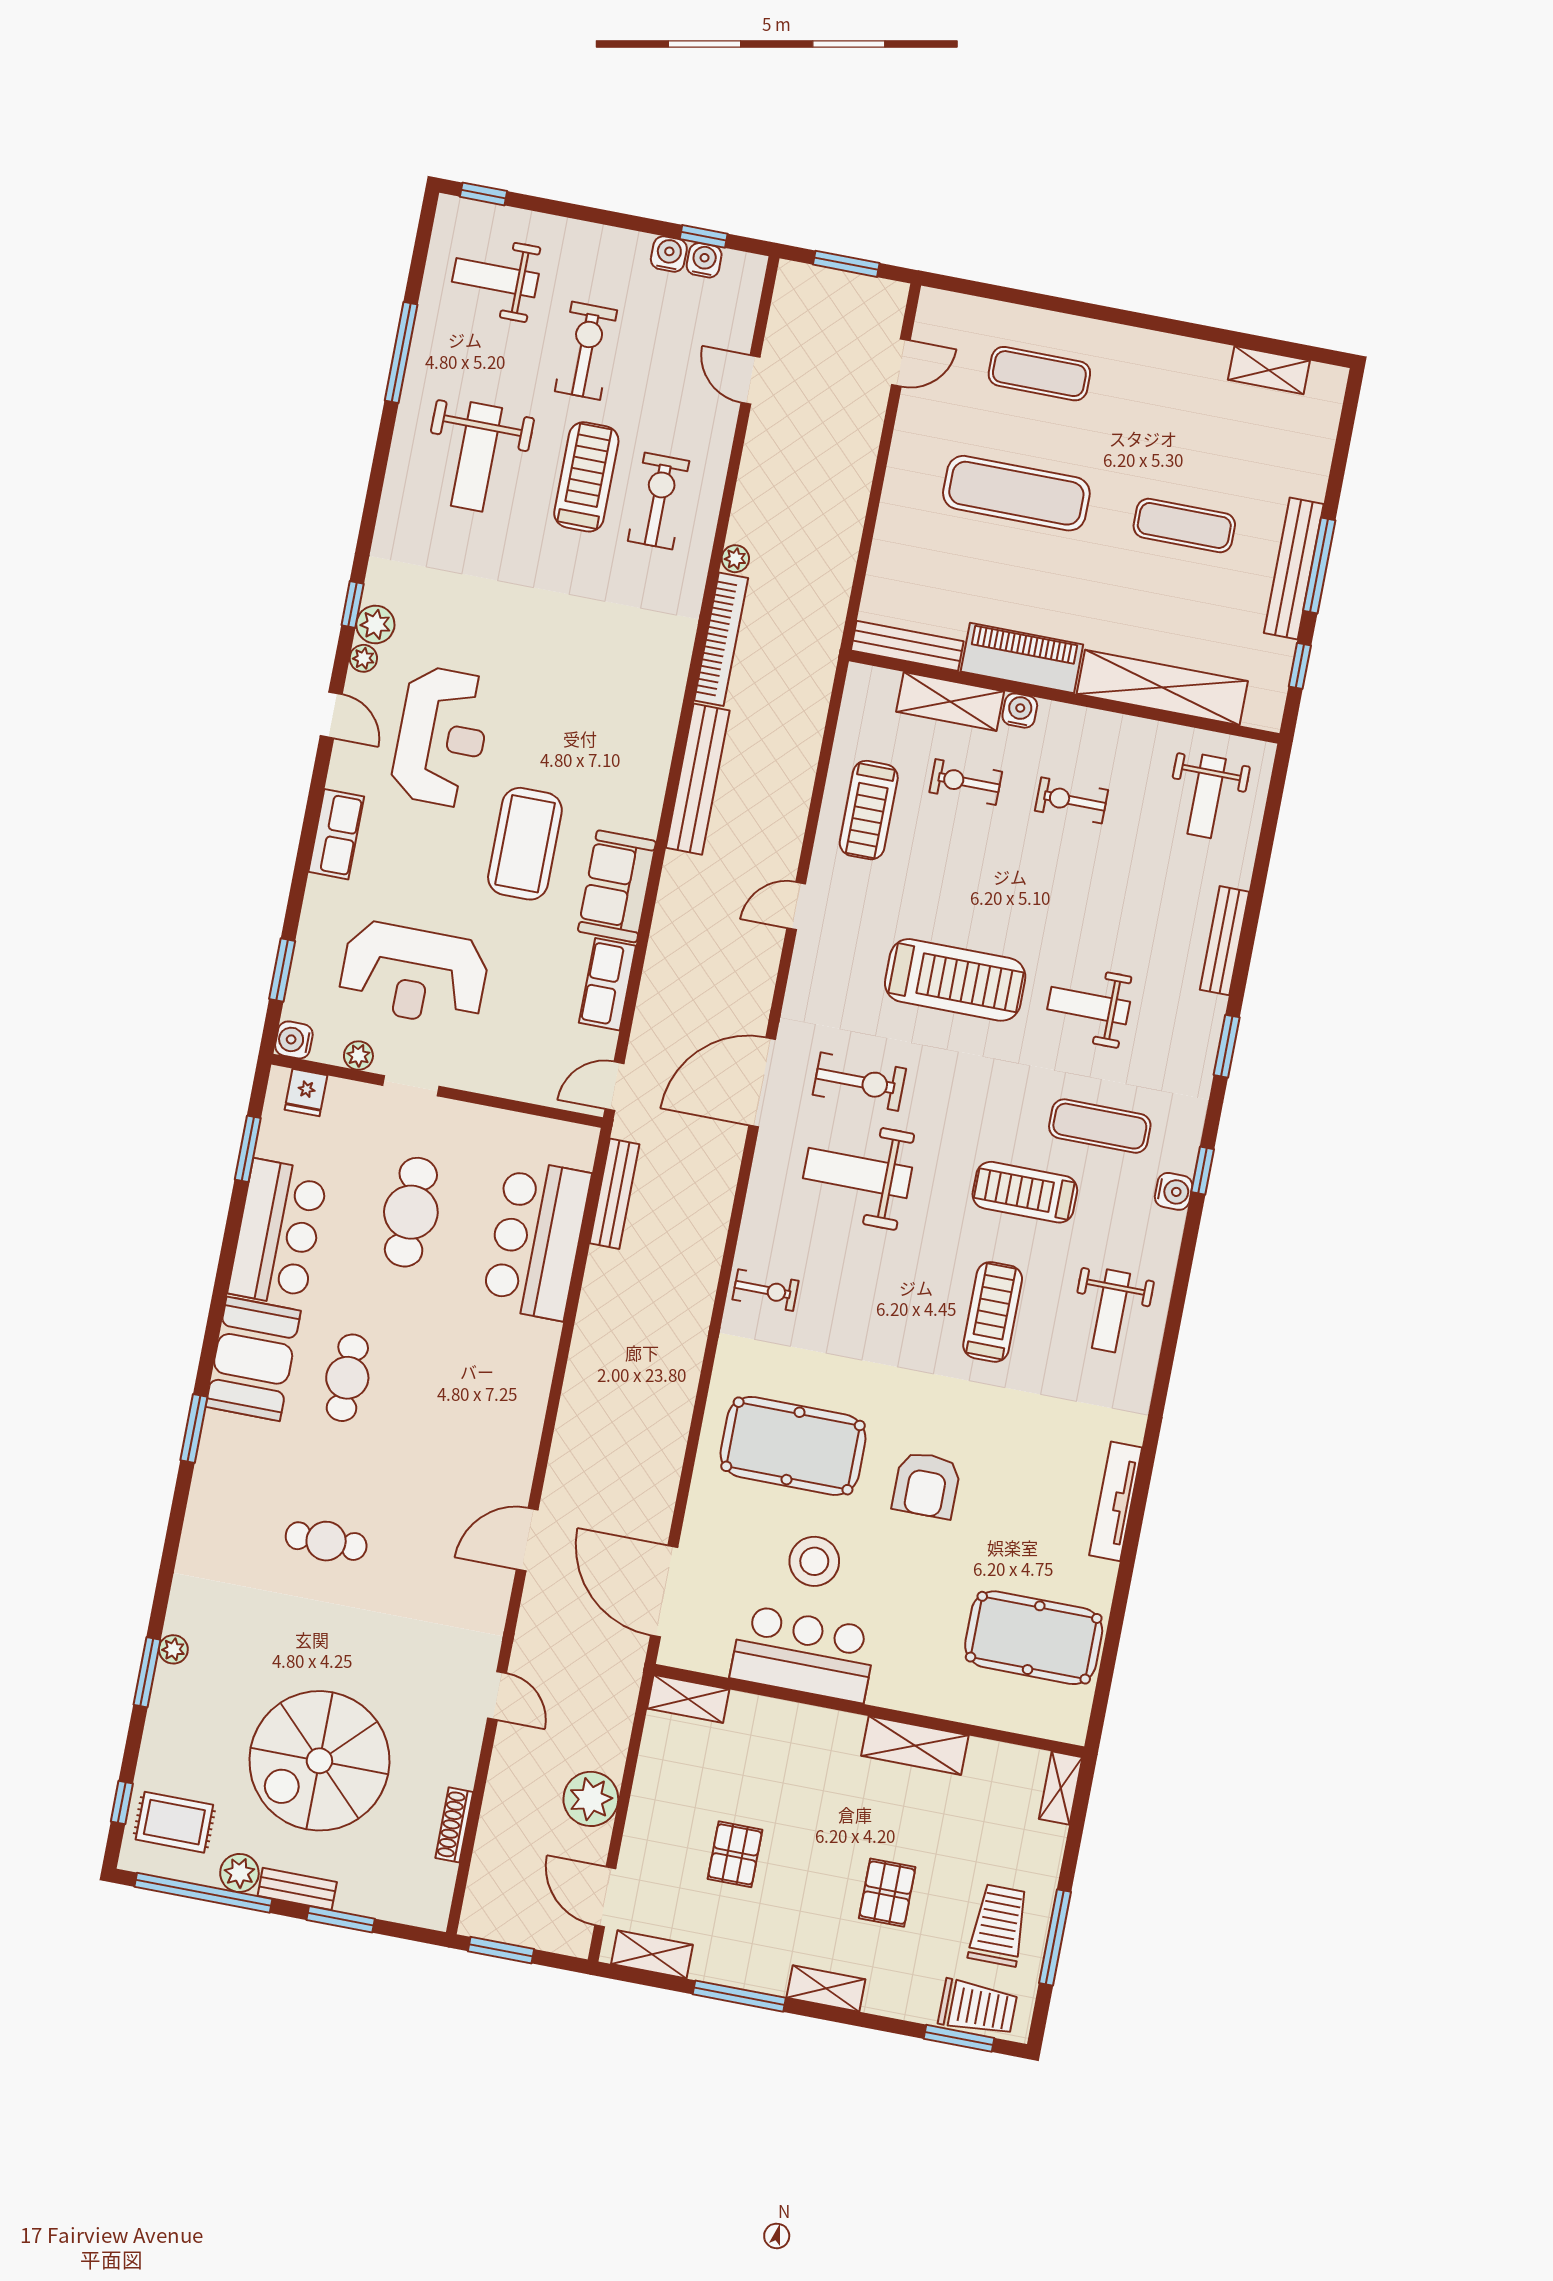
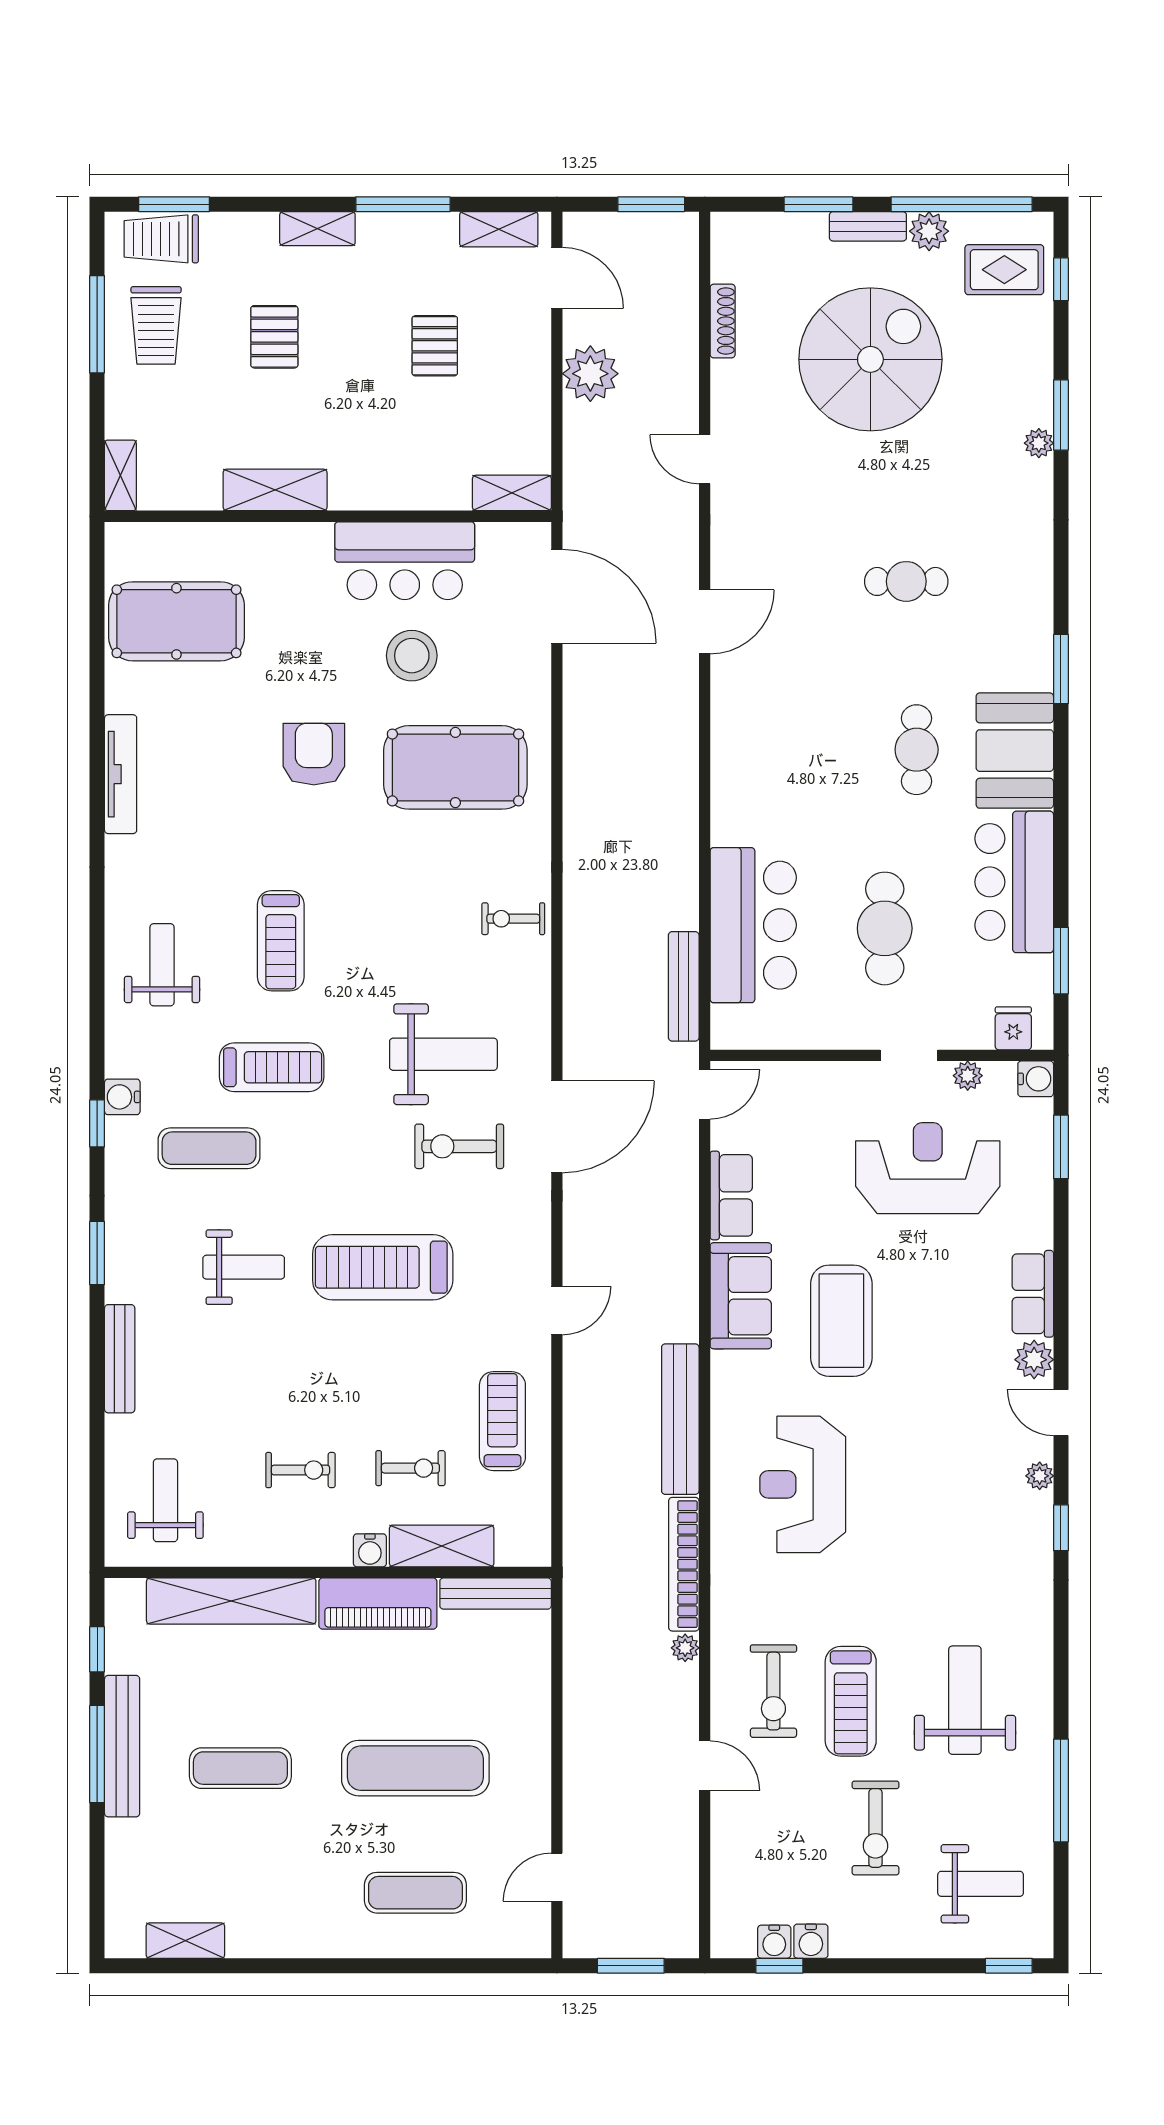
door: (750, 380) -> (705, 1766), moved
plant: (375, 625) -> (1034, 1360), moved
reception desk: (442, 737) -> (803, 1484), moved

